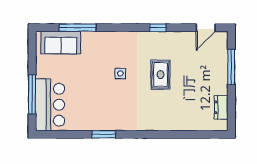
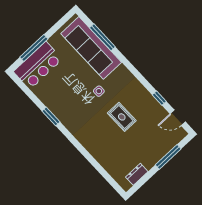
window: (158, 28) -> (159, 98), moved
sofa: (61, 43) -> (91, 48), width x1.85, depth x1.27
rug: (160, 75) -> (122, 117), turned 90

